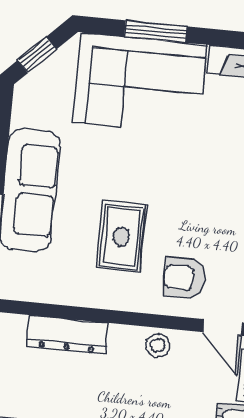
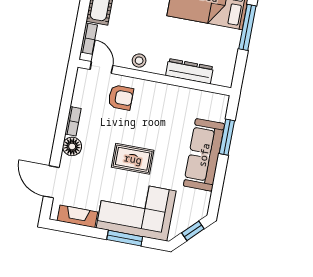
rug: (121, 237) -> (133, 159), moved, turned 90

